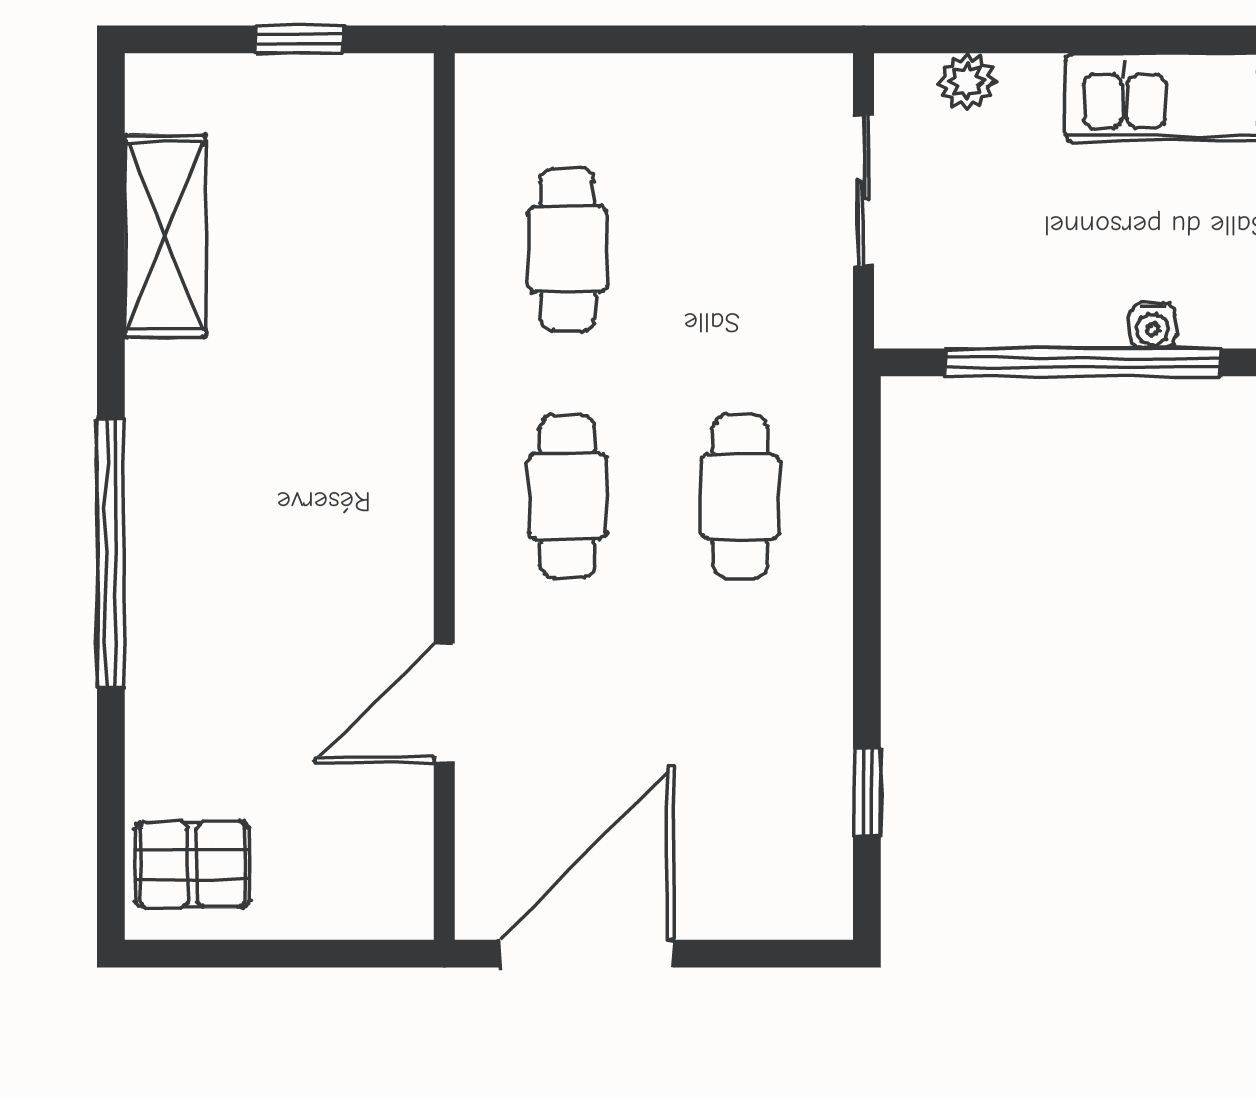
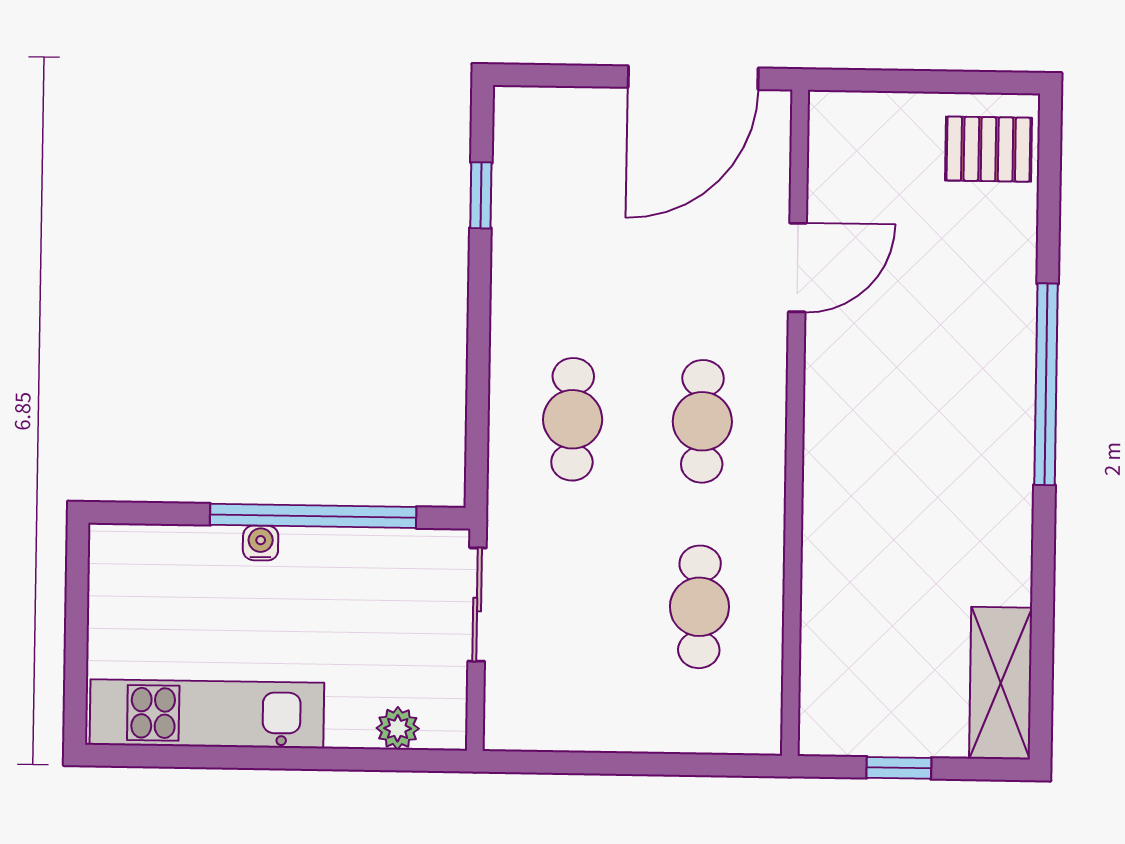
sliding door: (864, 190) -> (477, 605), moved
shelving: (165, 236) -> (1001, 683), moved

